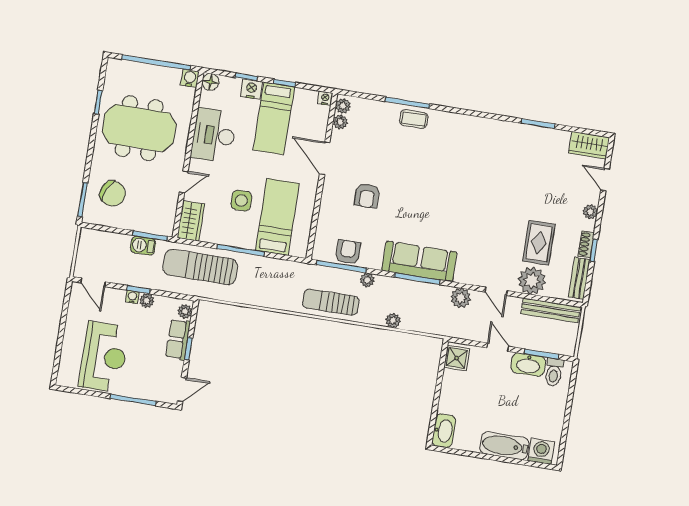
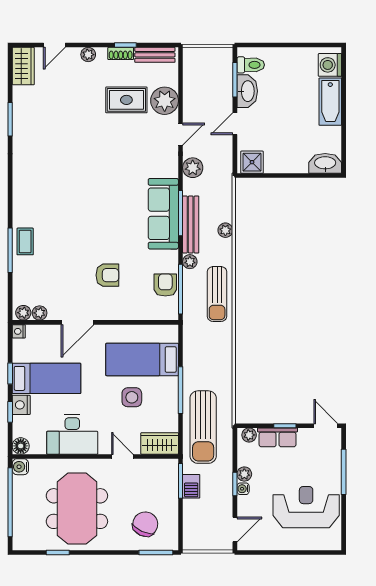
armchair: (348, 252) -> (165, 285), turned 90
bench: (551, 310) -> (191, 225), moved

